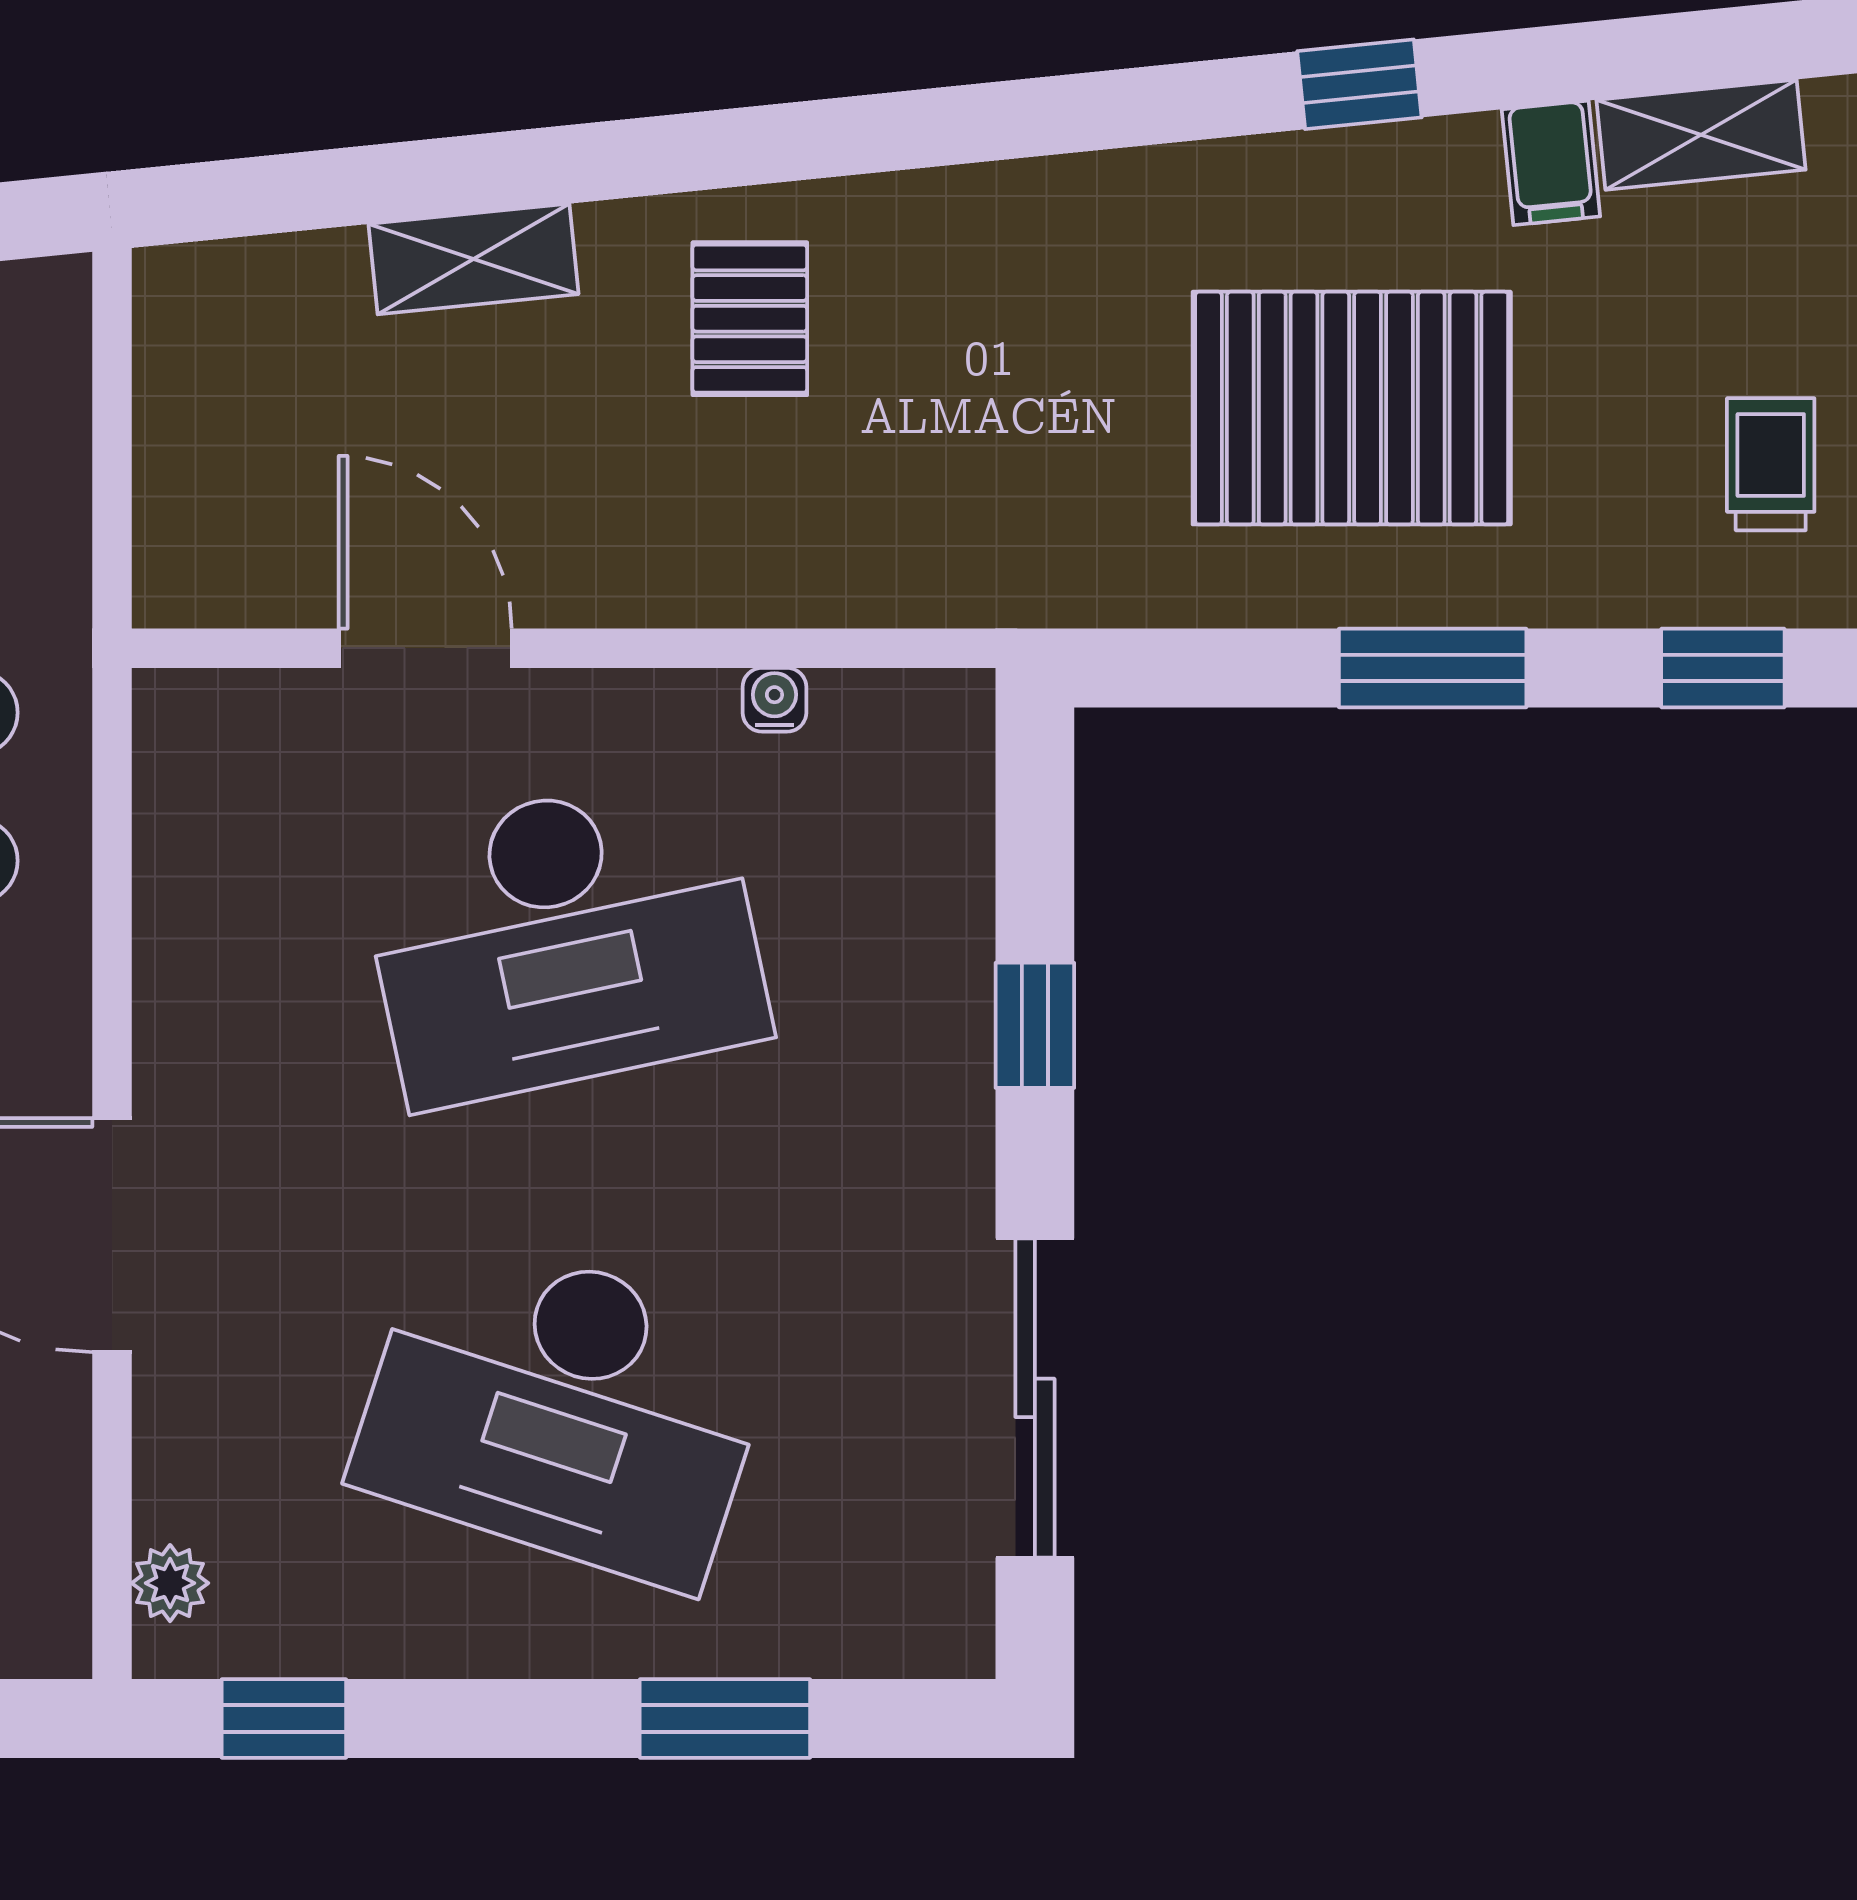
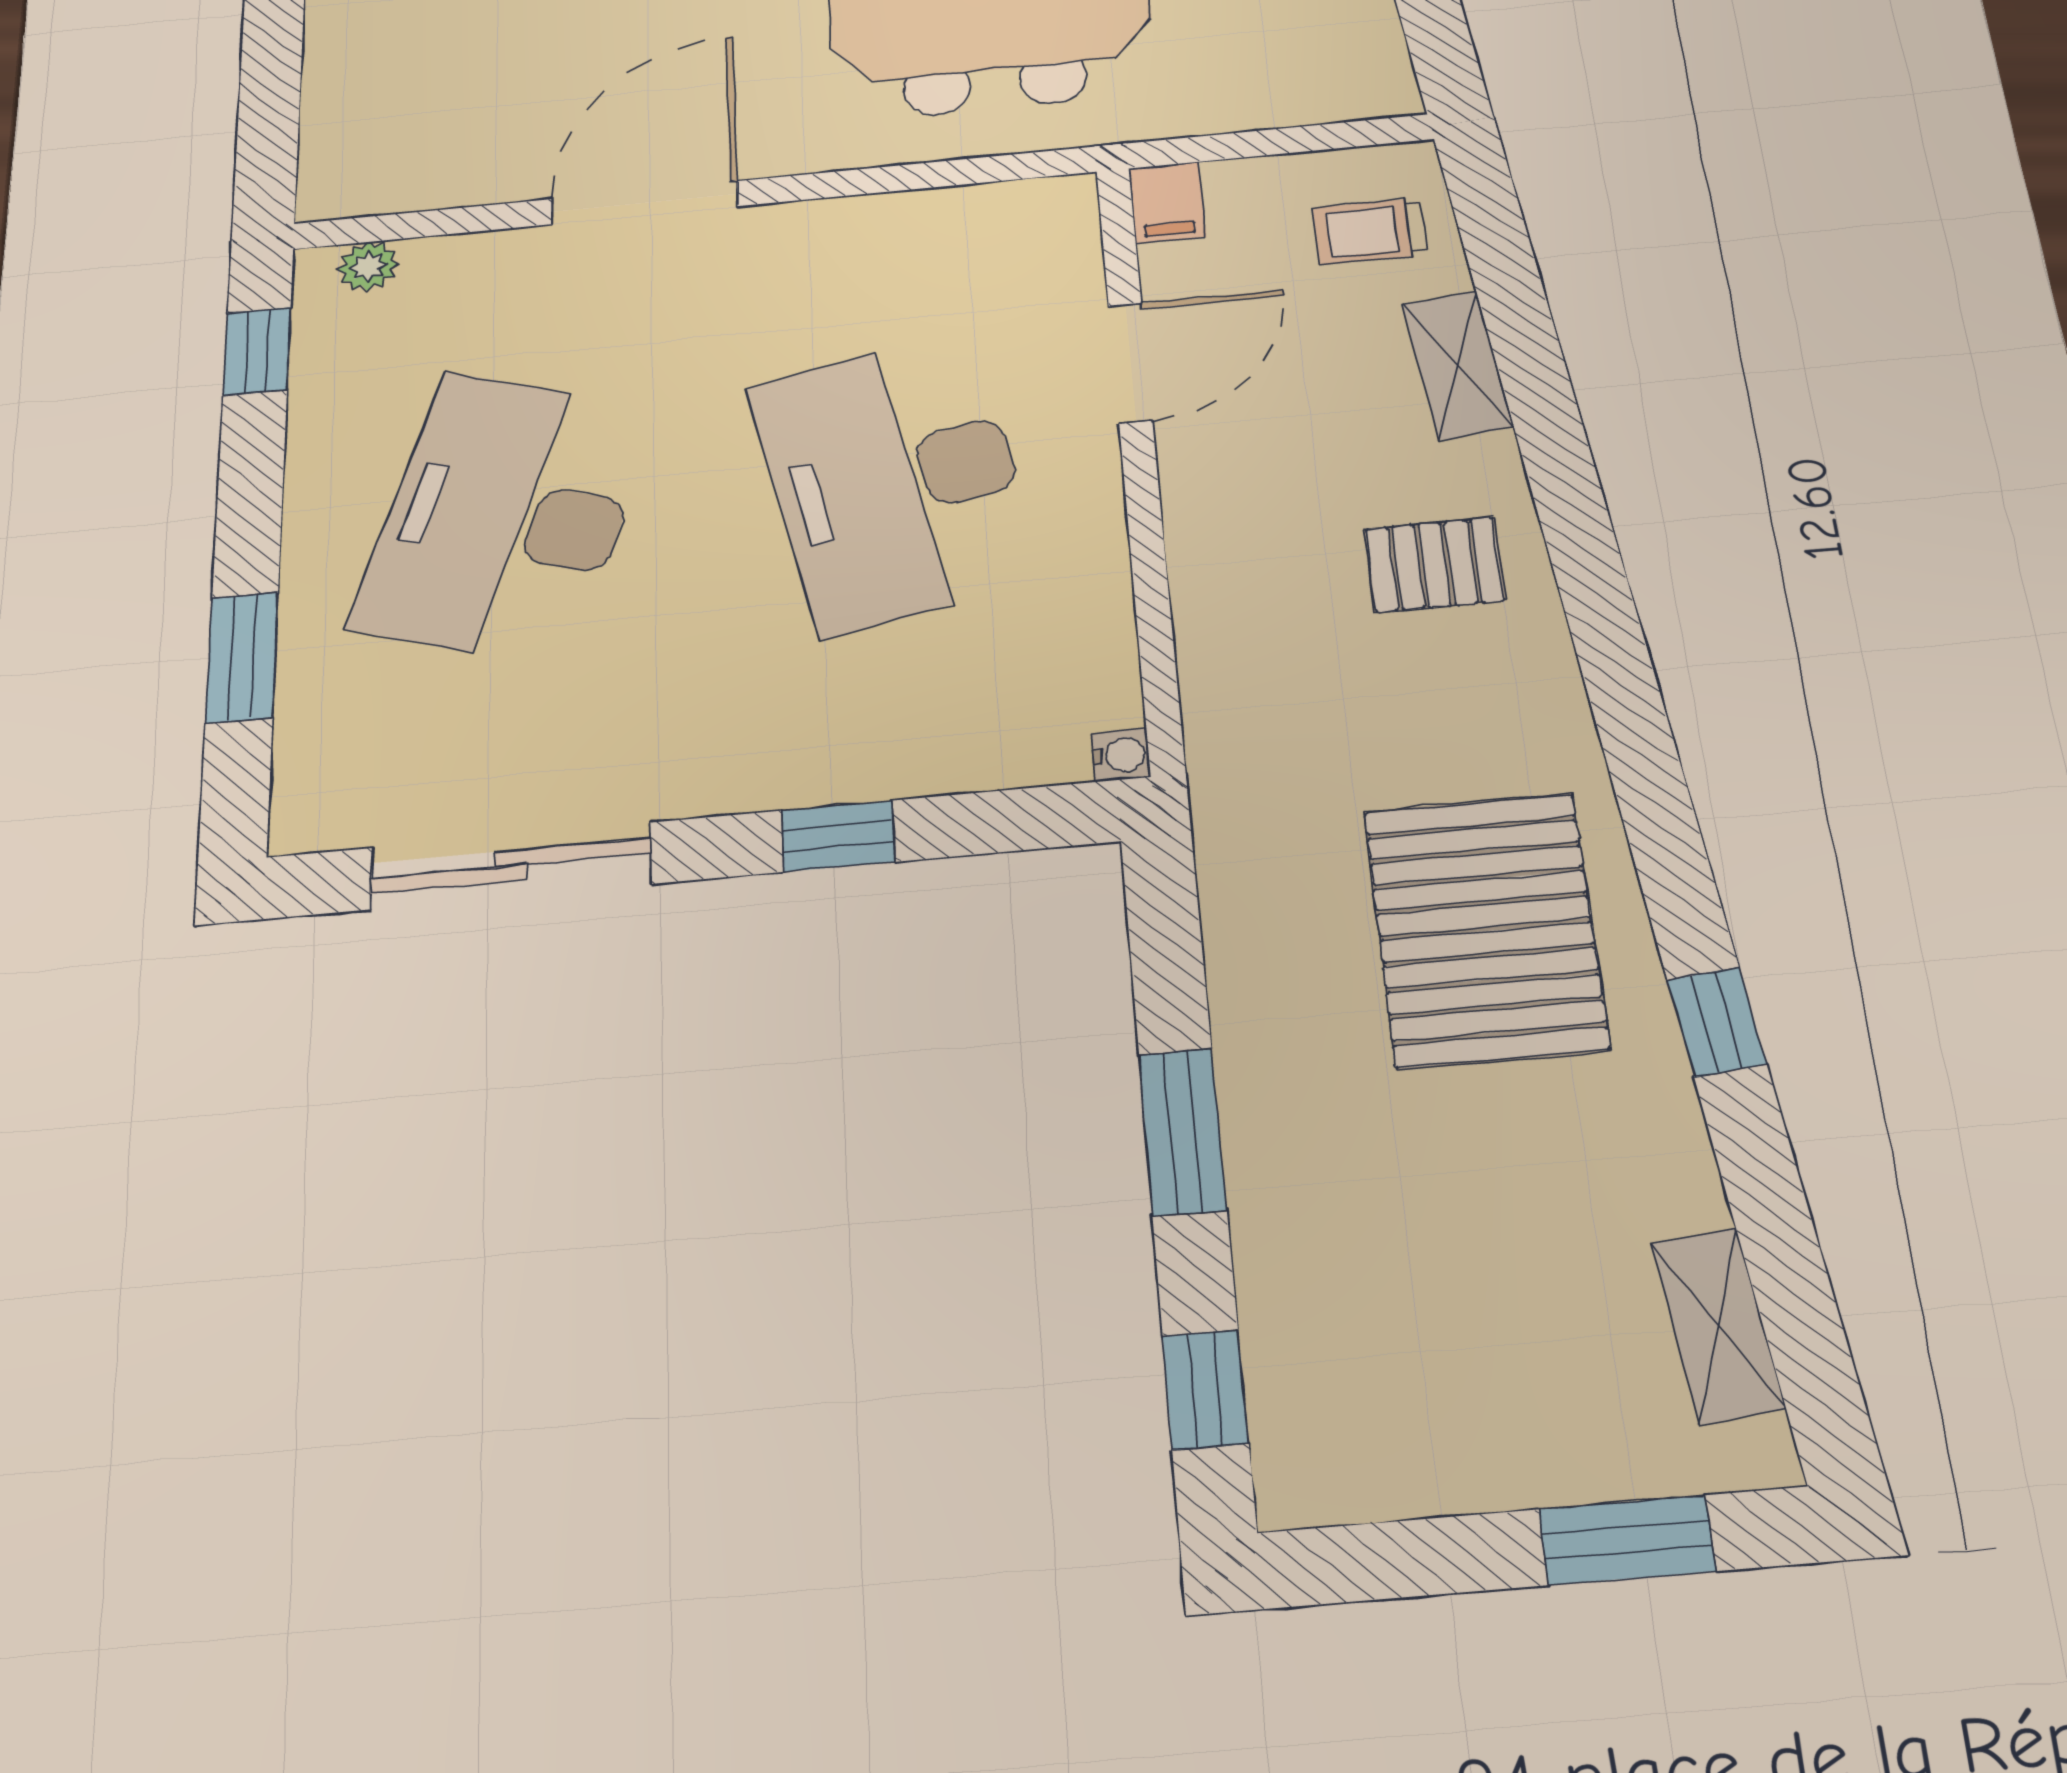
filing cabinet: (1551, 163) -> (1167, 202), moved, turned -84
pallet: (1352, 408) -> (1485, 929), moved
trolley: (1771, 464) -> (1370, 231), moved, turned 180
water cooler: (774, 700) -> (1121, 755), moved

